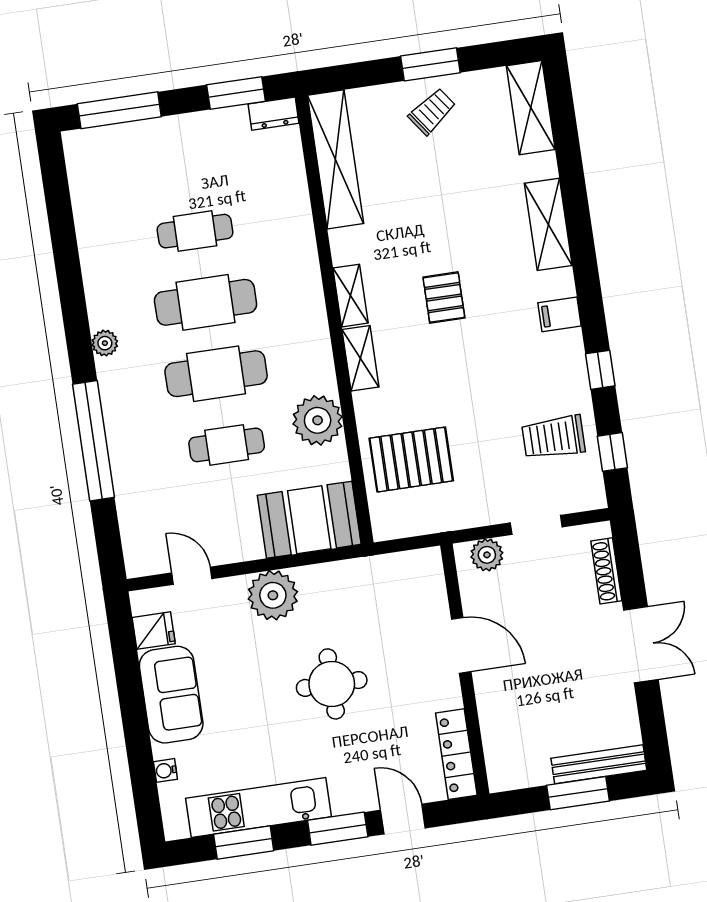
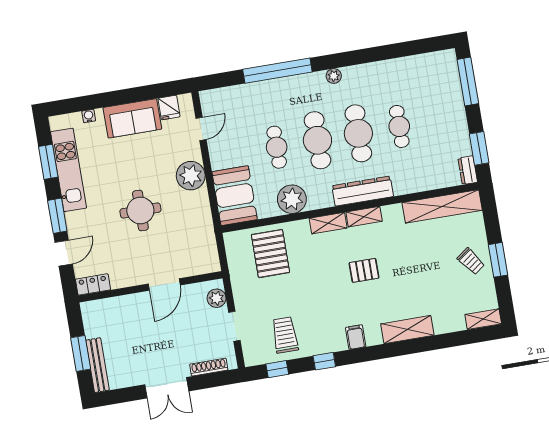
shelving: (531, 108) -> (483, 319), width x0.67, depth x0.75
dresser: (306, 297) -> (363, 191), added
locker: (456, 754) -> (93, 284), width x0.66

